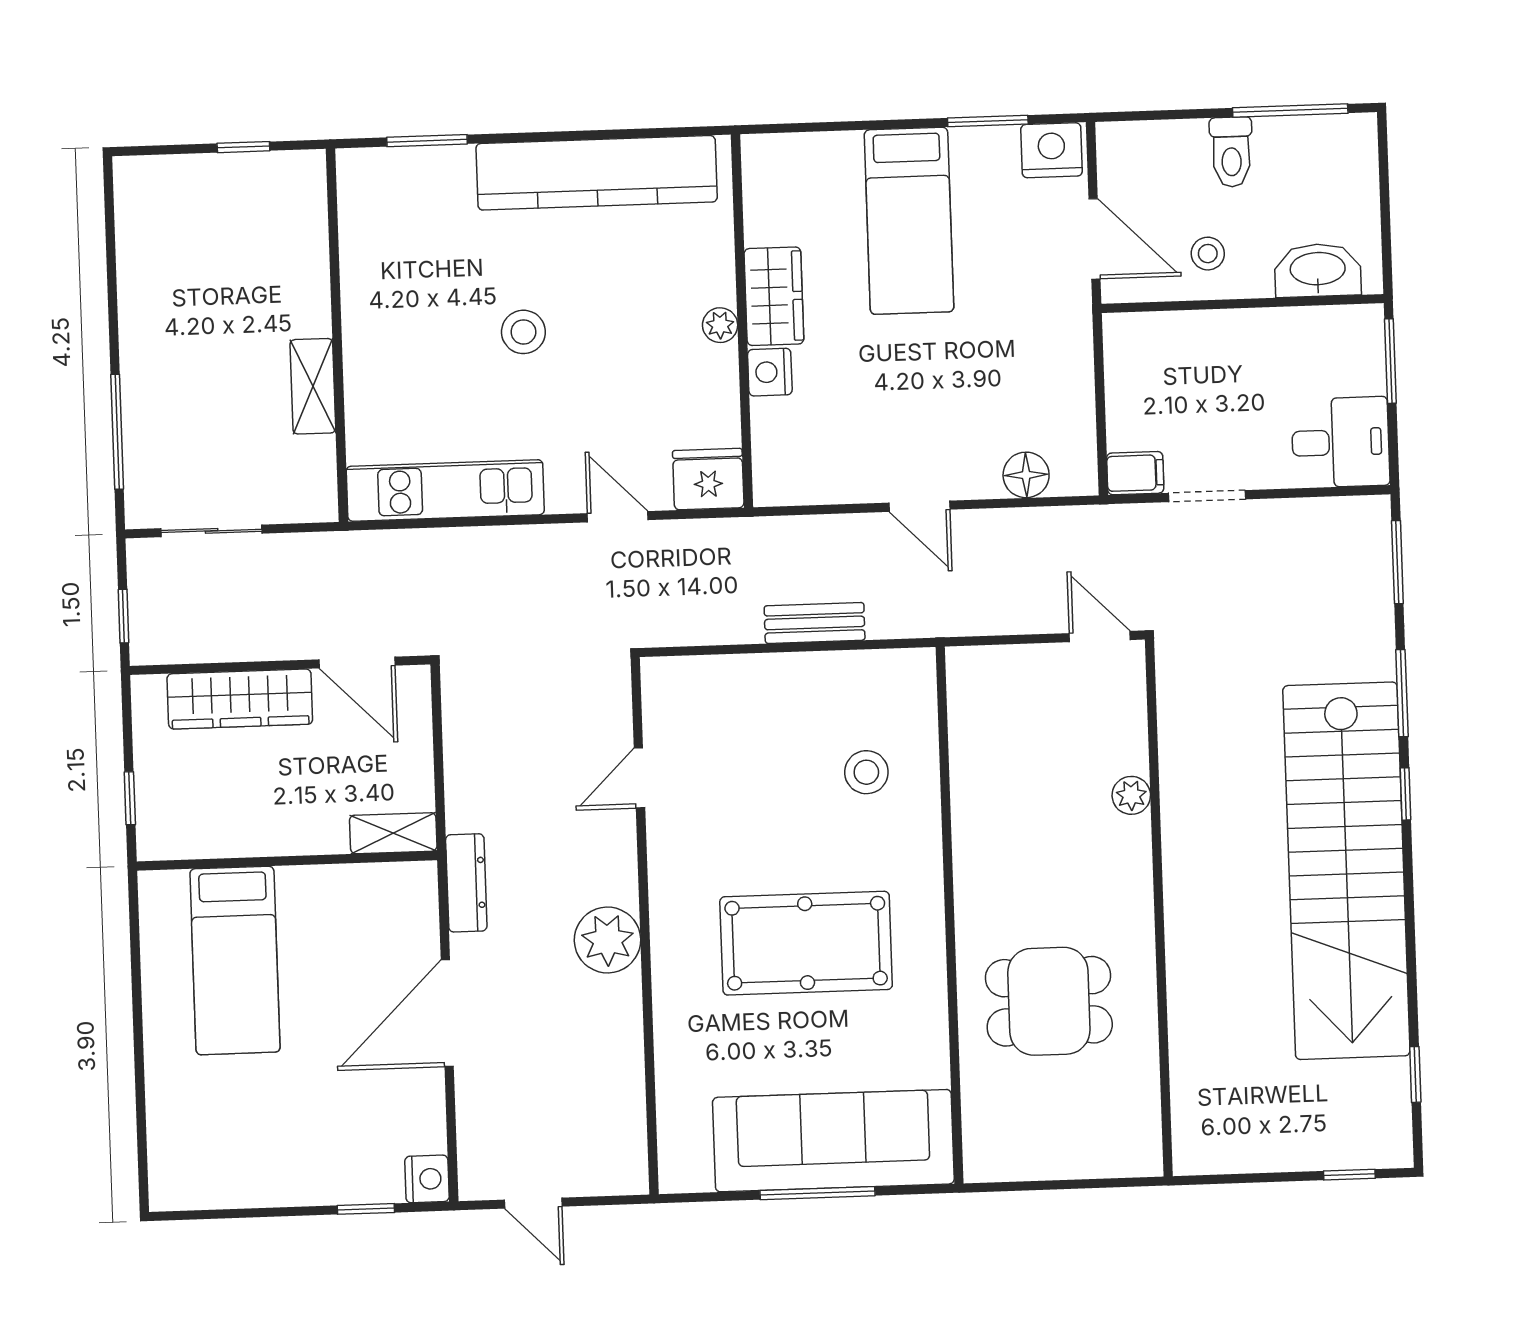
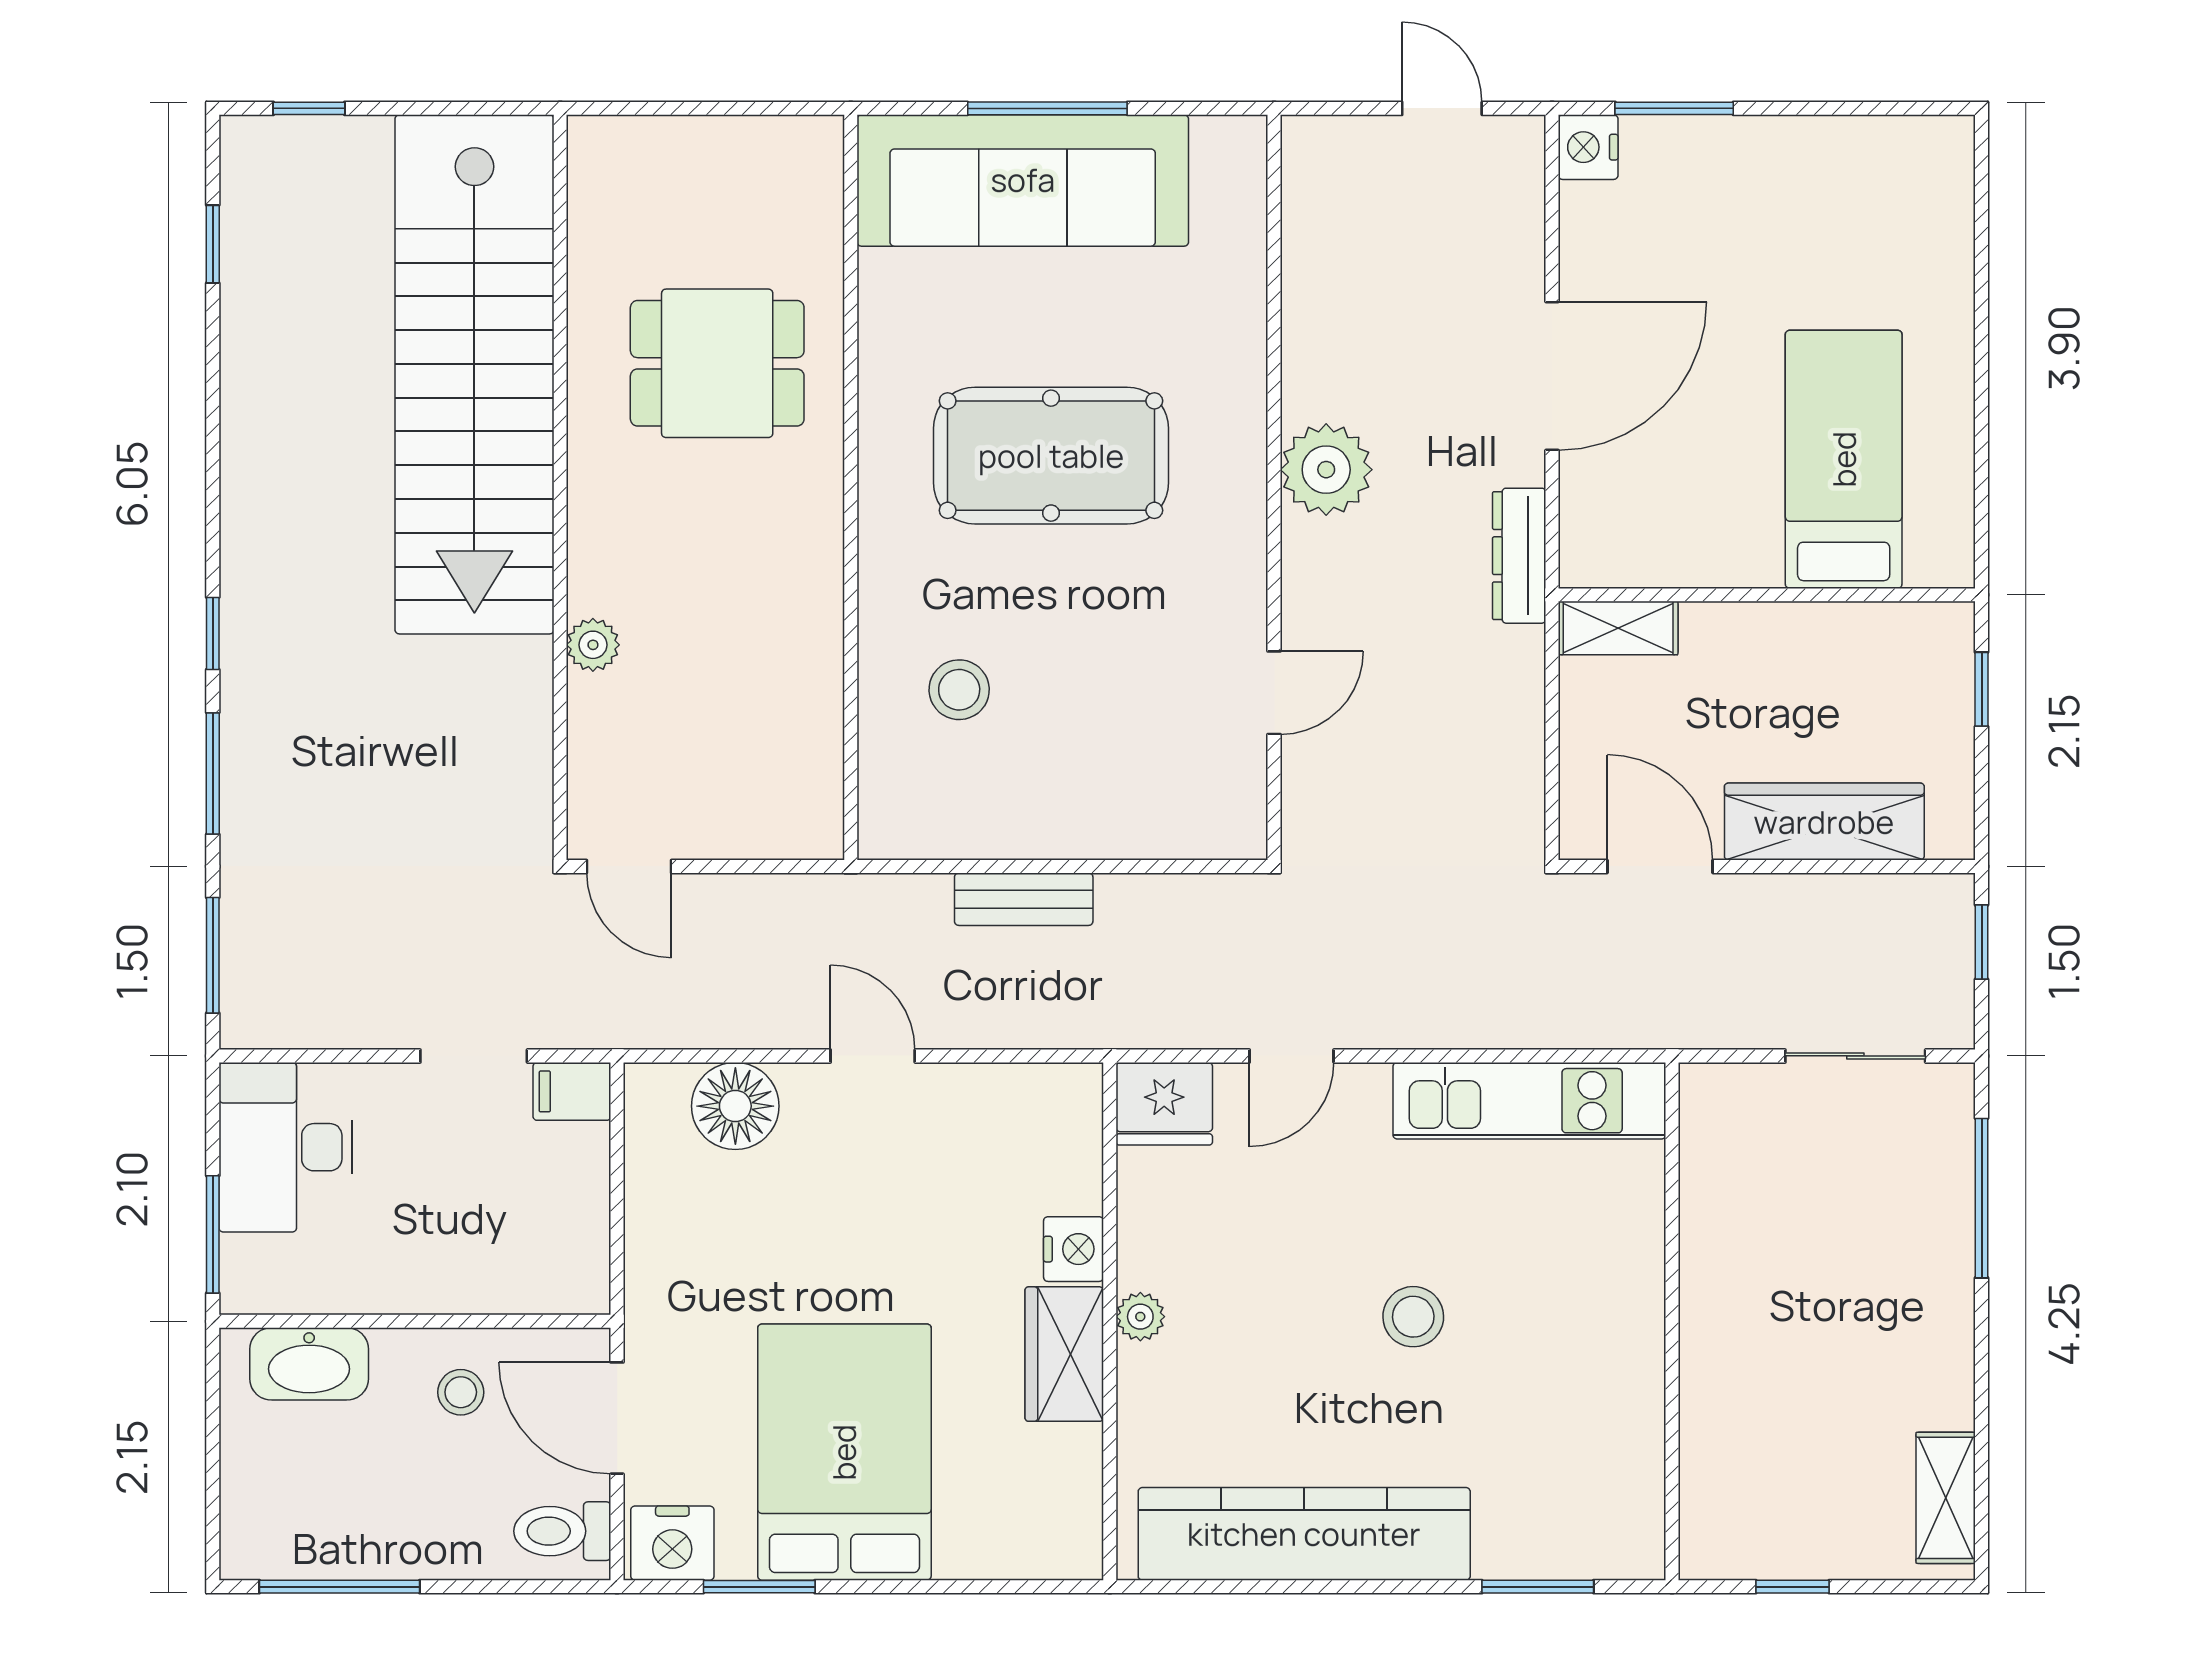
toilet: (1231, 152) -> (562, 1531), moved, turned -90
bed: (909, 221) -> (844, 1452), width x1.50
shelving: (313, 386) -> (1946, 1498), moved
desk: (1341, 442) -> (286, 1147), width x1.37
floor lamp: (1026, 475) -> (735, 1106), width x1.38, depth x1.38
door: (618, 517) -> (1292, 1056), hinge flipped
stairs: (1346, 871) -> (474, 374), moved, turned 180
window: (366, 1209) -> (1674, 108), width x1.50

